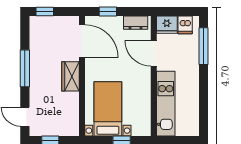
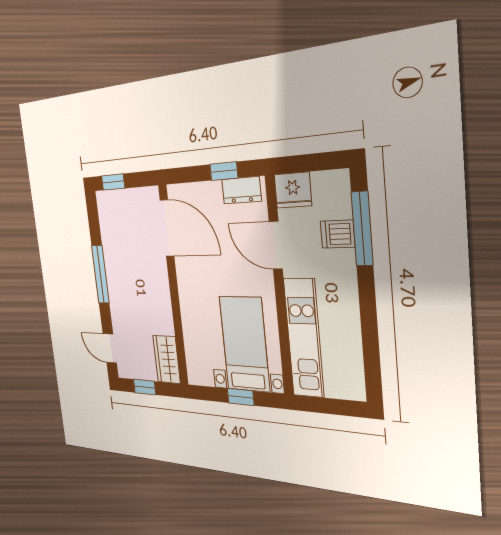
window: (108, 12) -> (224, 171), moved
dishwasher: (185, 25) -> (338, 234), moved, turned 90
wardrobe: (70, 76) -> (167, 359), moved
bed with nightstands: (108, 109) -> (244, 344), moved

